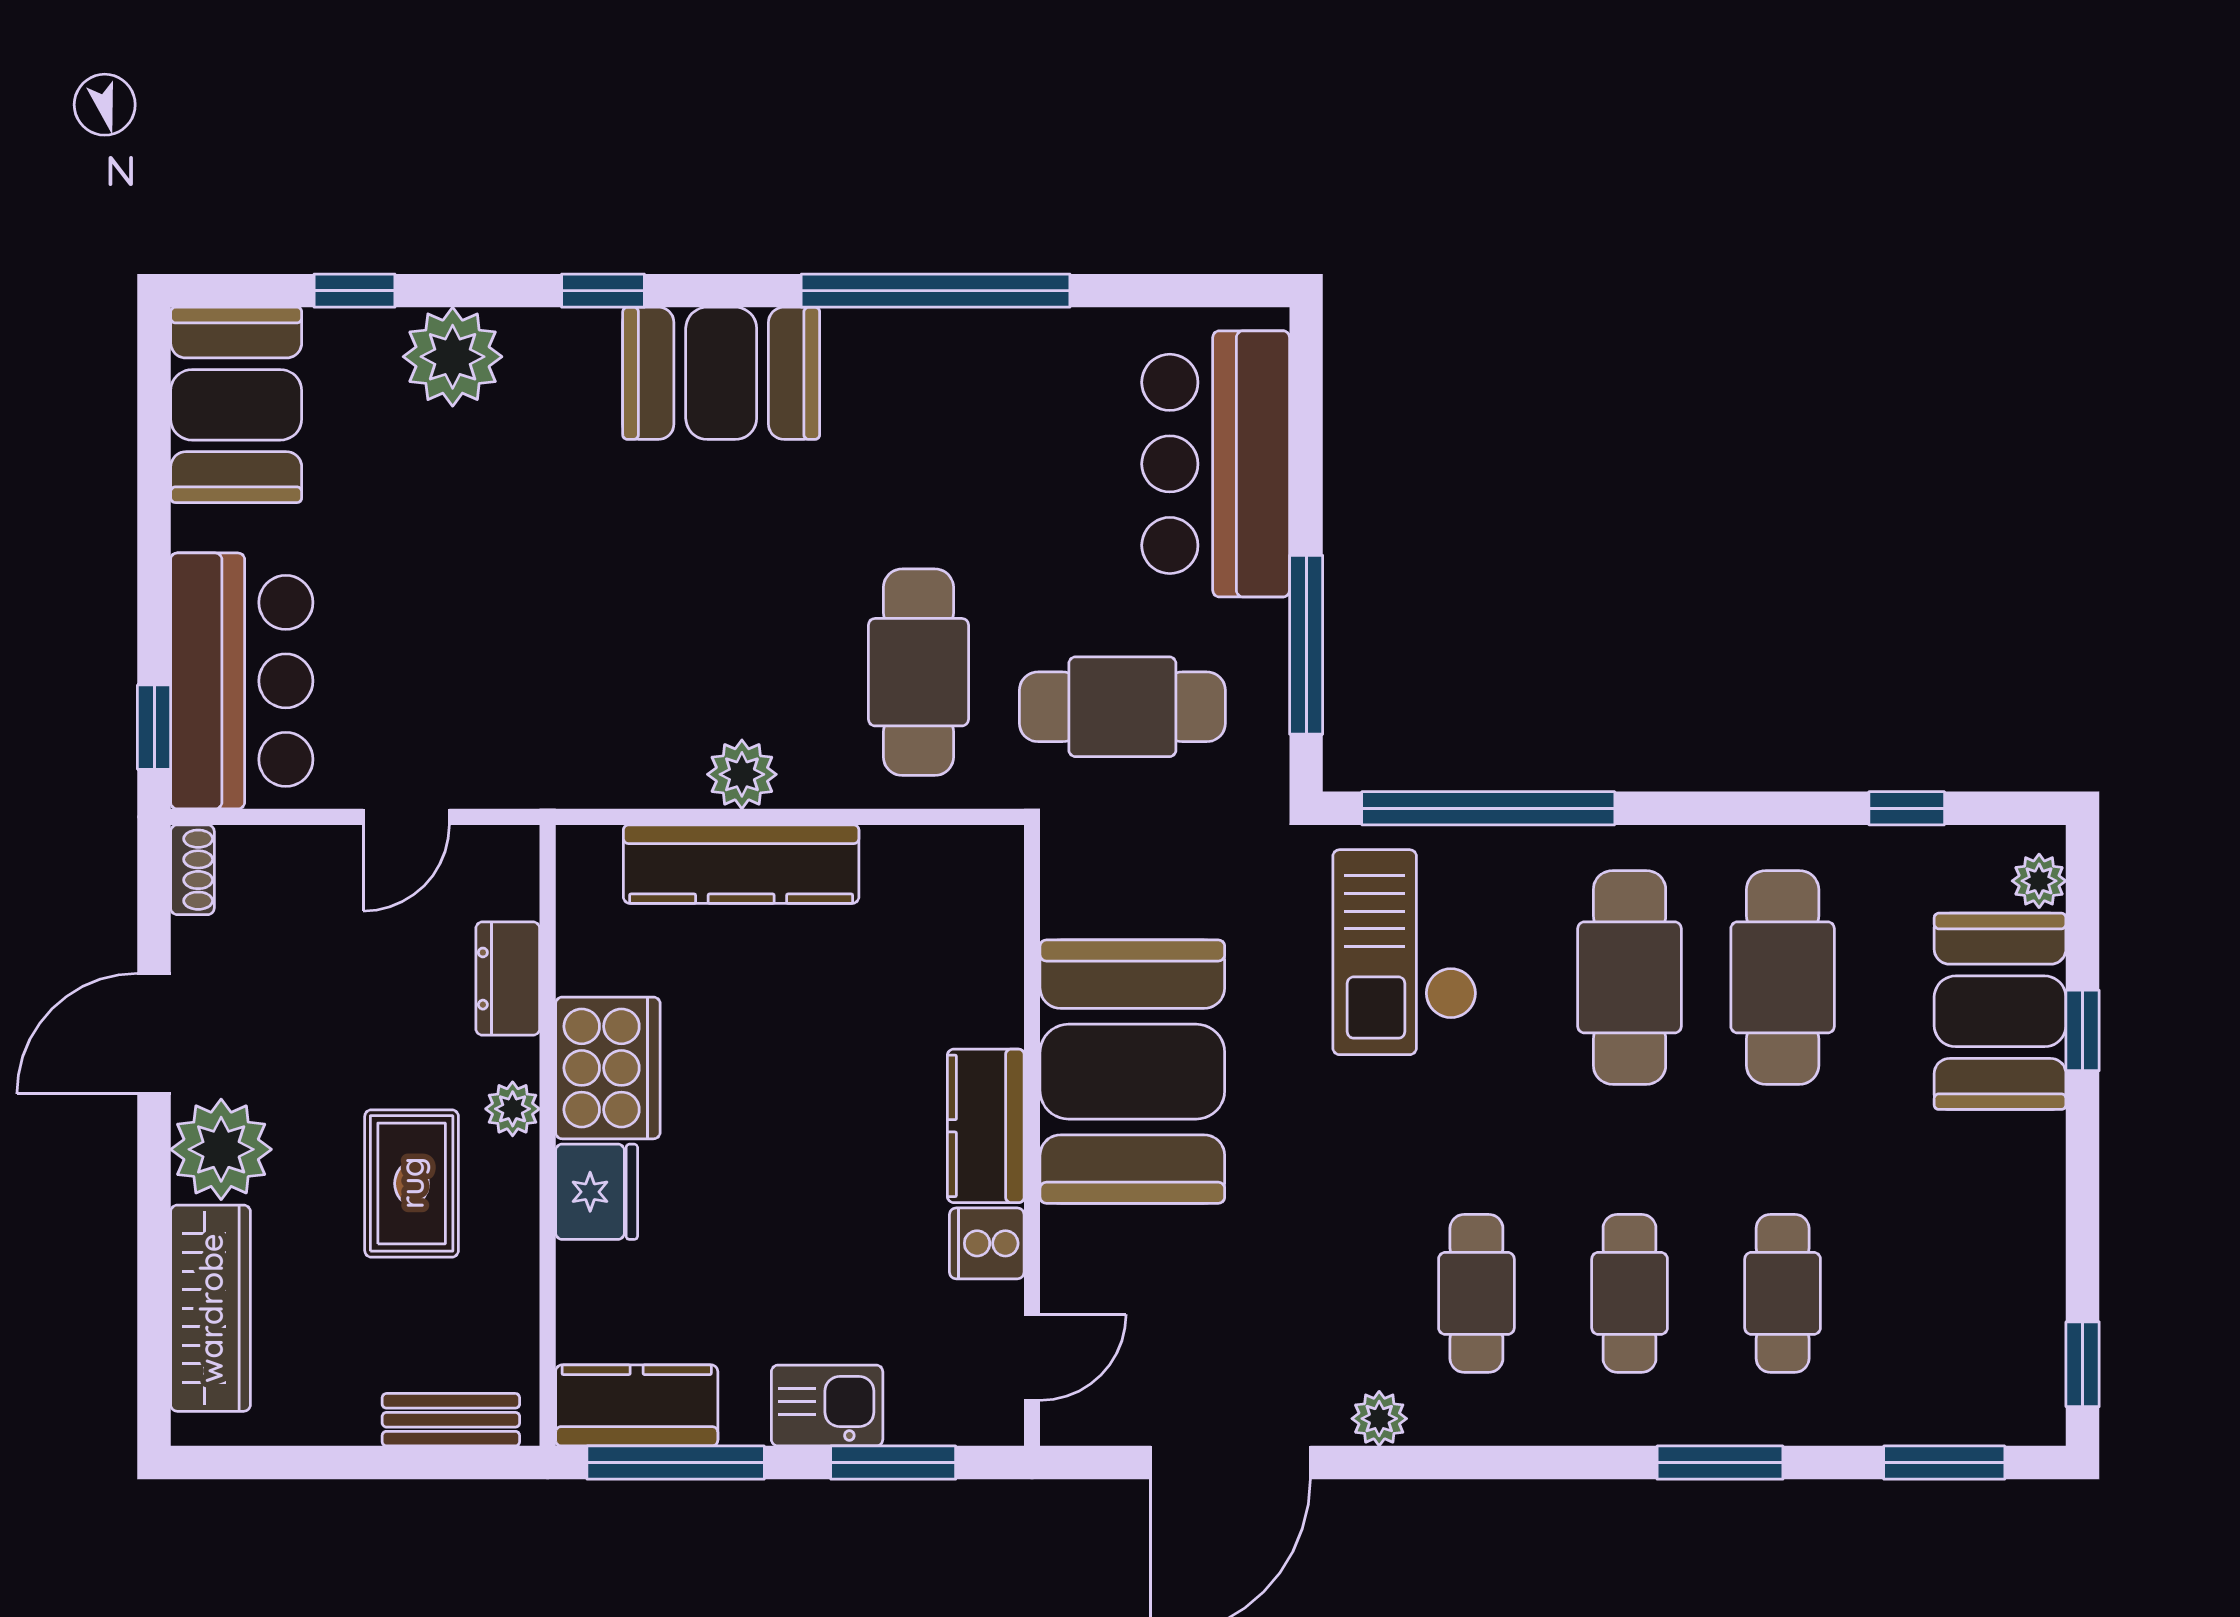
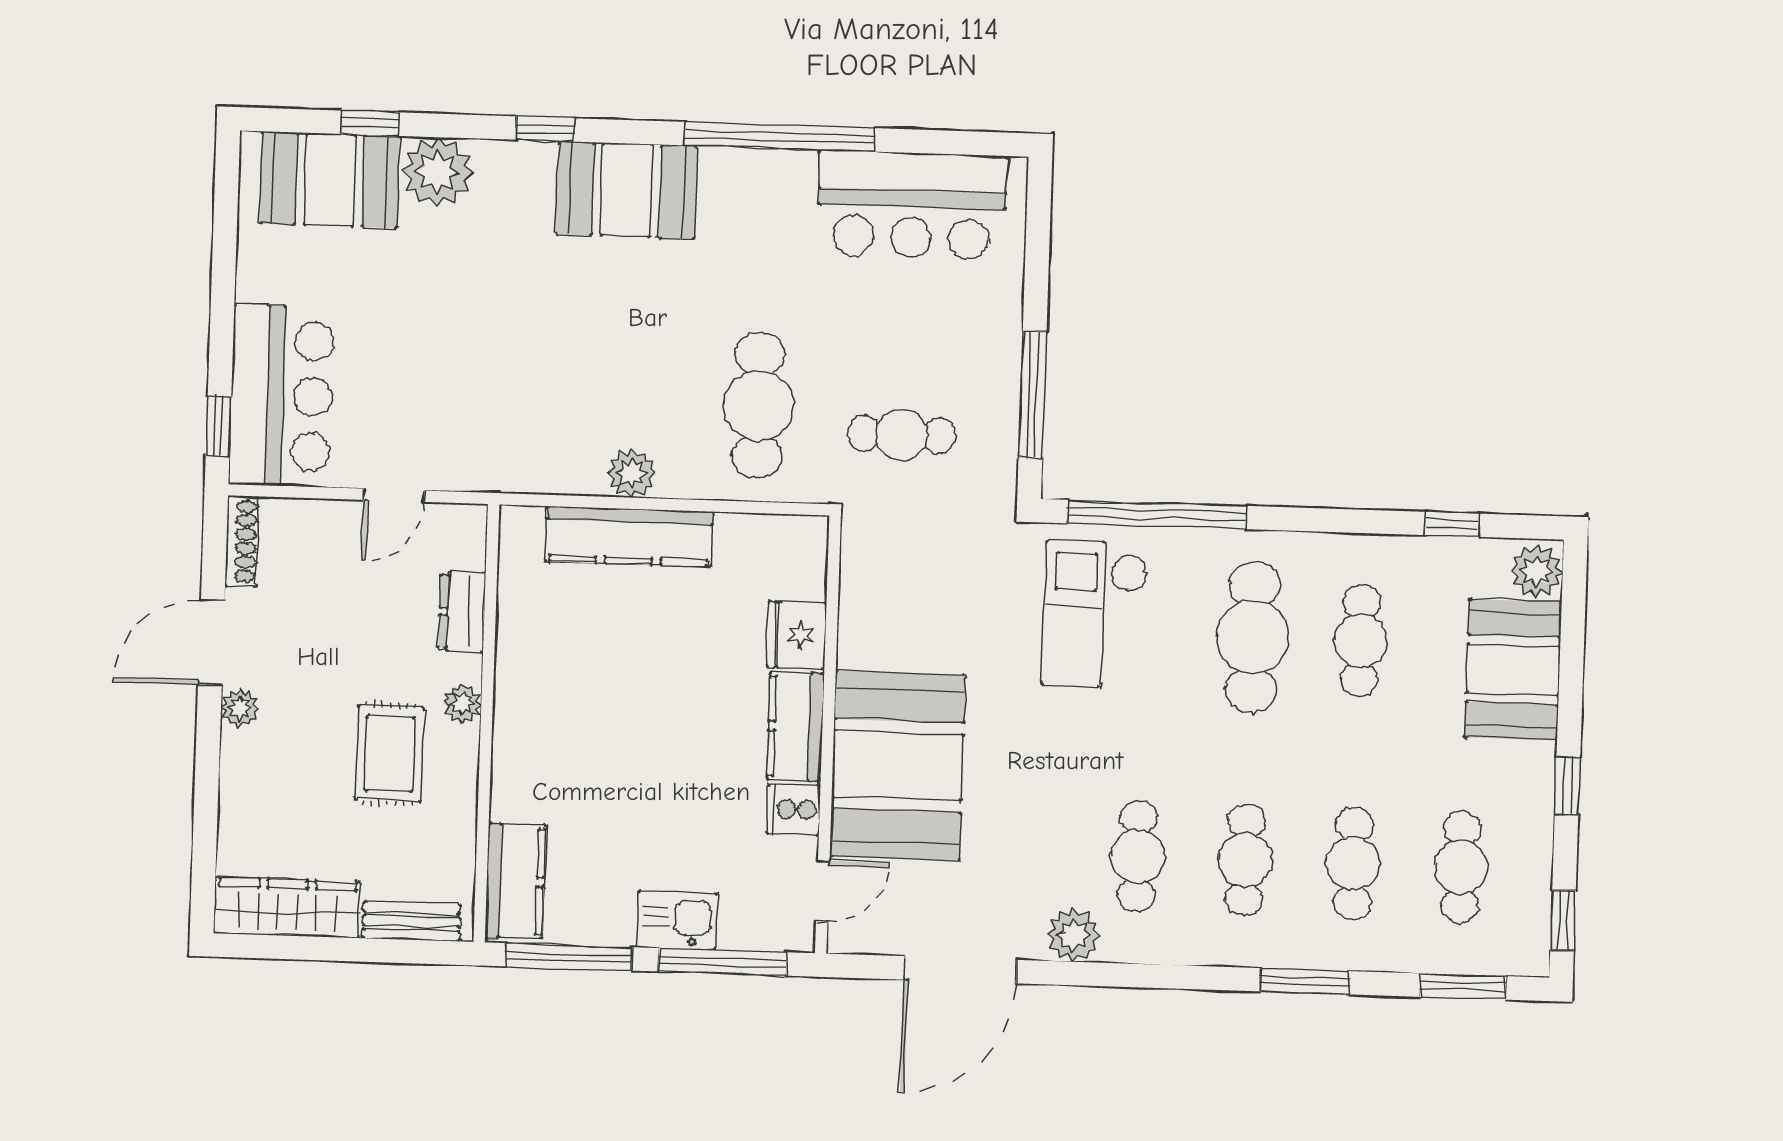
booth: (236, 405) -> (330, 180), moved, turned 90
bar counter: (1216, 464) -> (912, 205), moved, turned -90
cafe table: (1122, 707) -> (902, 435), width x0.73, depth x0.74
shoe rack: (192, 870) -> (242, 541), width x1.43
plant: (2039, 881) -> (1537, 571), width x1.38, depth x1.38
cafe table: (1783, 977) -> (1361, 641), width x0.73, depth x0.74
window: (2083, 1030) -> (1567, 786), moved
cooker: (608, 1068) -> (530, 677), removed
booth: (1132, 1072) -> (898, 766), moved
plant: (221, 1149) -> (240, 708), width x0.53, depth x0.53
fridge: (597, 1192) -> (797, 635), moved, turned 180
cafe table: (1936, 1293) -> (1461, 867), added
wardrobe: (211, 1308) -> (287, 908), moved, turned -90
kitchen counter: (637, 1405) -> (515, 881), moved, turned 90
plant: (1379, 1419) -> (1073, 935), width x1.38, depth x1.38
window: (893, 1463) -> (722, 962), width x1.44

